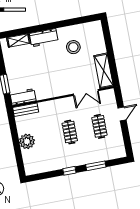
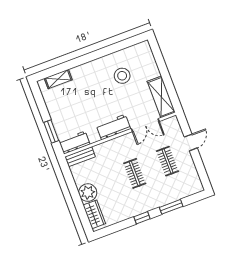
workbench: (44, 38) -> (113, 127), moved, turned 180
wardrobe: (29, 161) -> (94, 214), added

